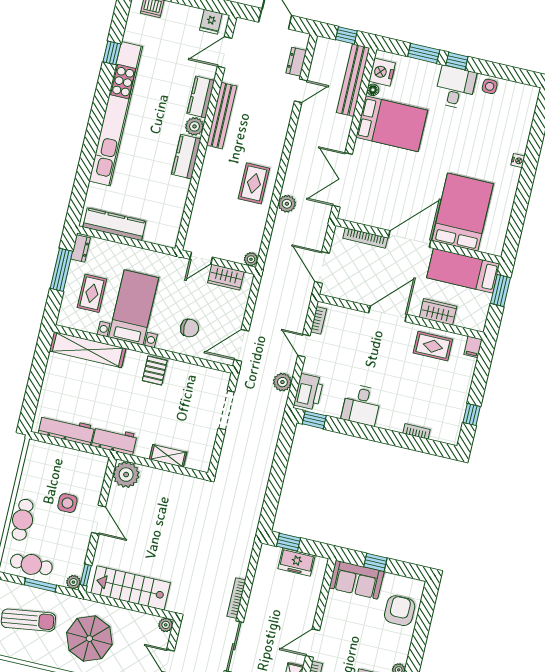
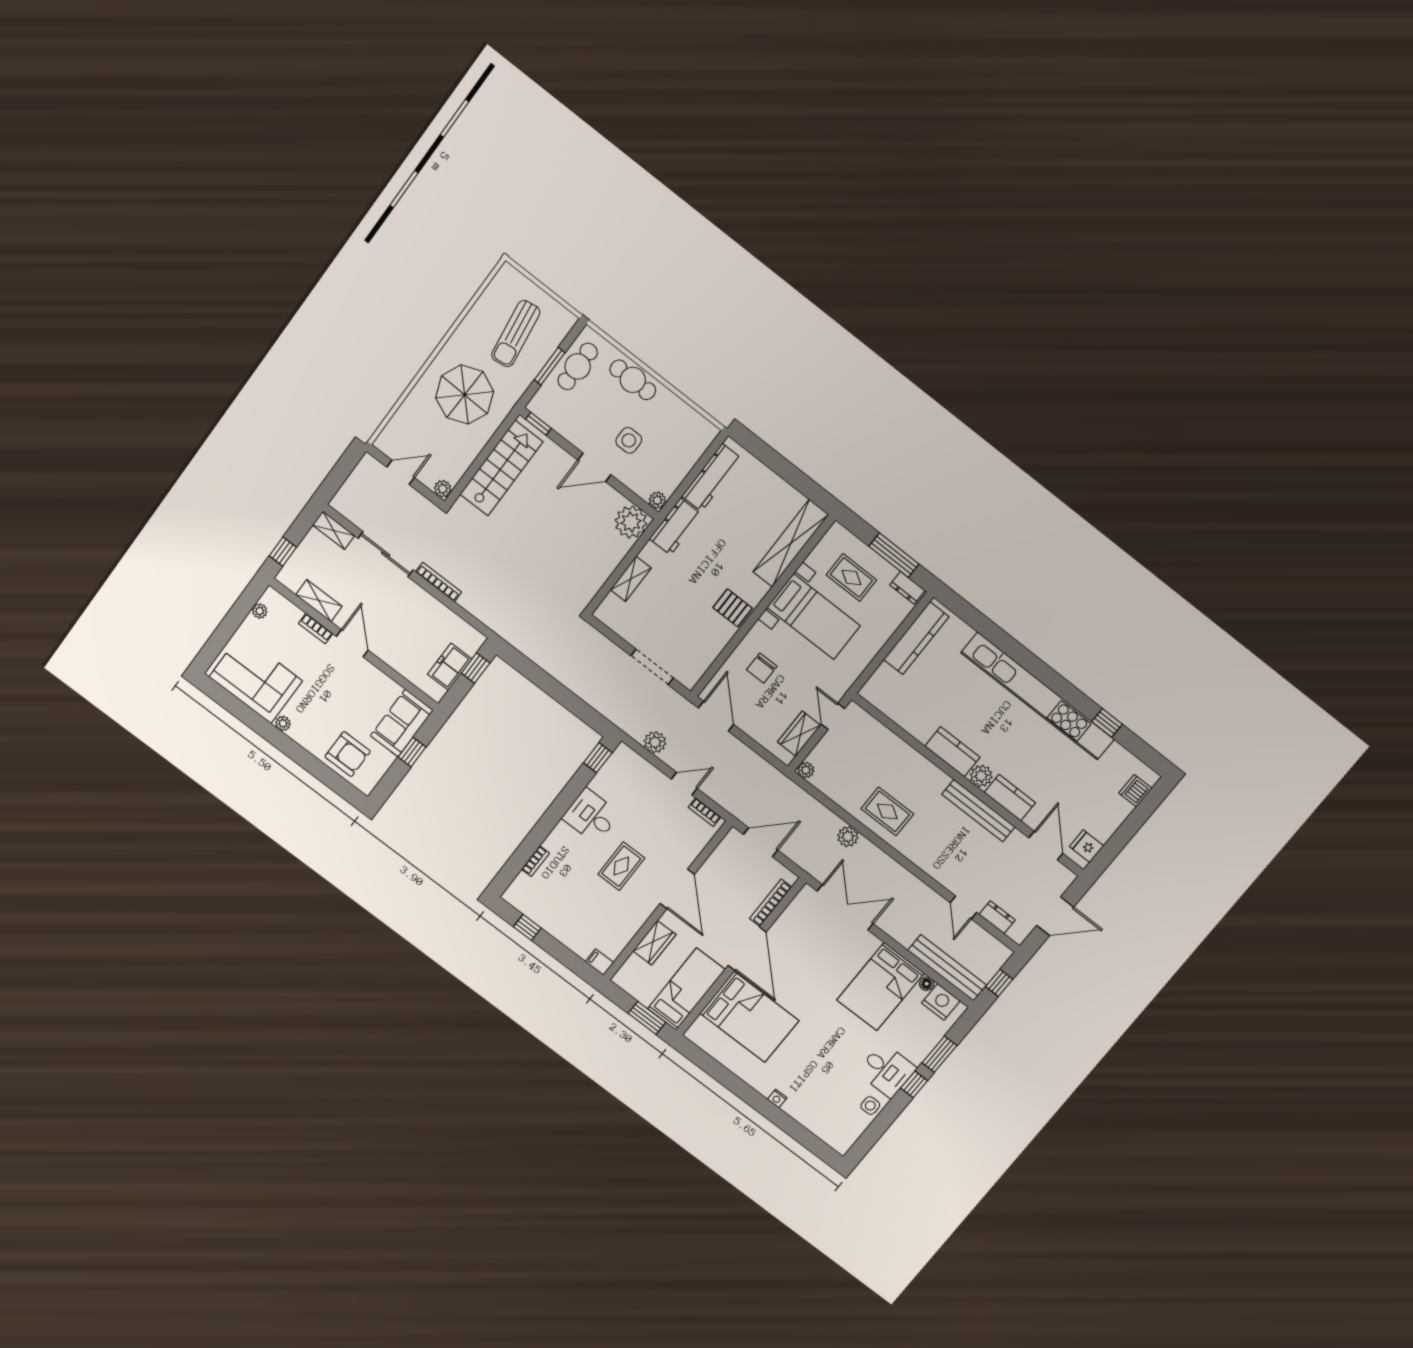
rug: (433, 346) -> (621, 866), moved
printer: (309, 392) -> (631, 766), removed
plant: (73, 582) -> (657, 500), moved

